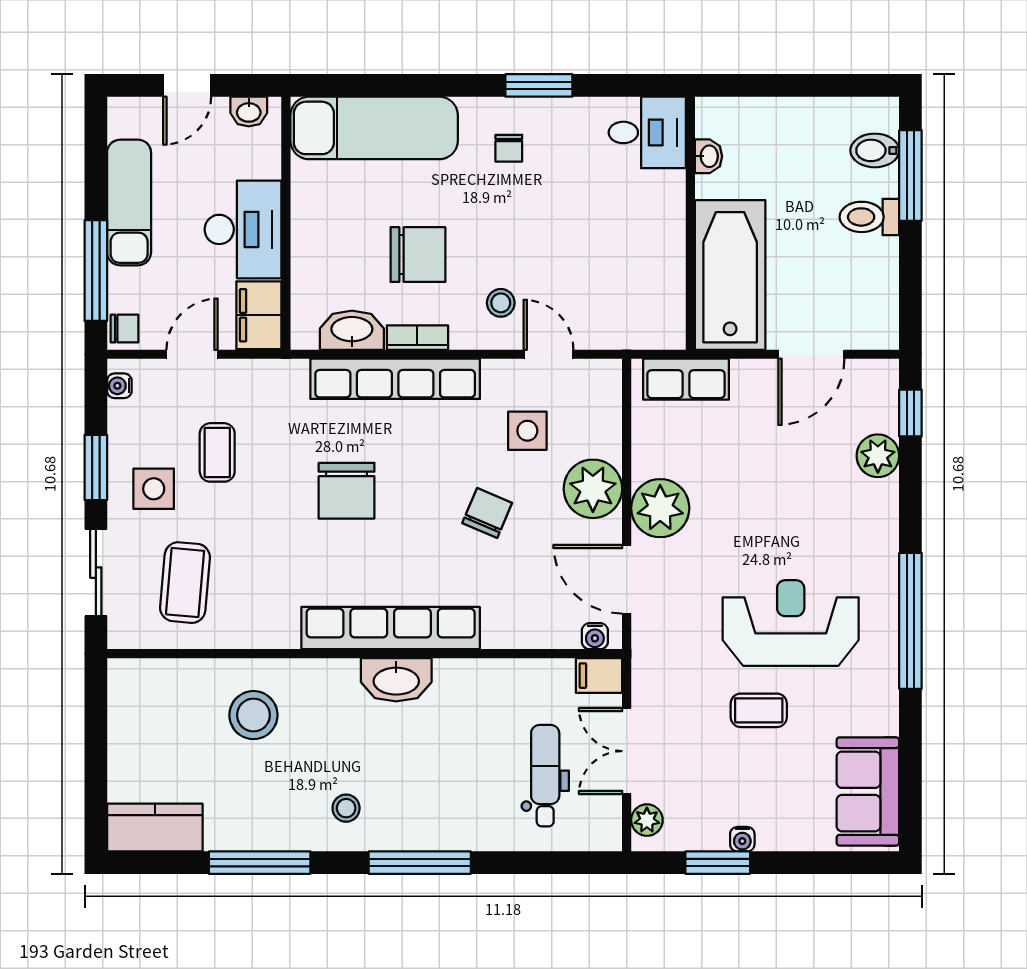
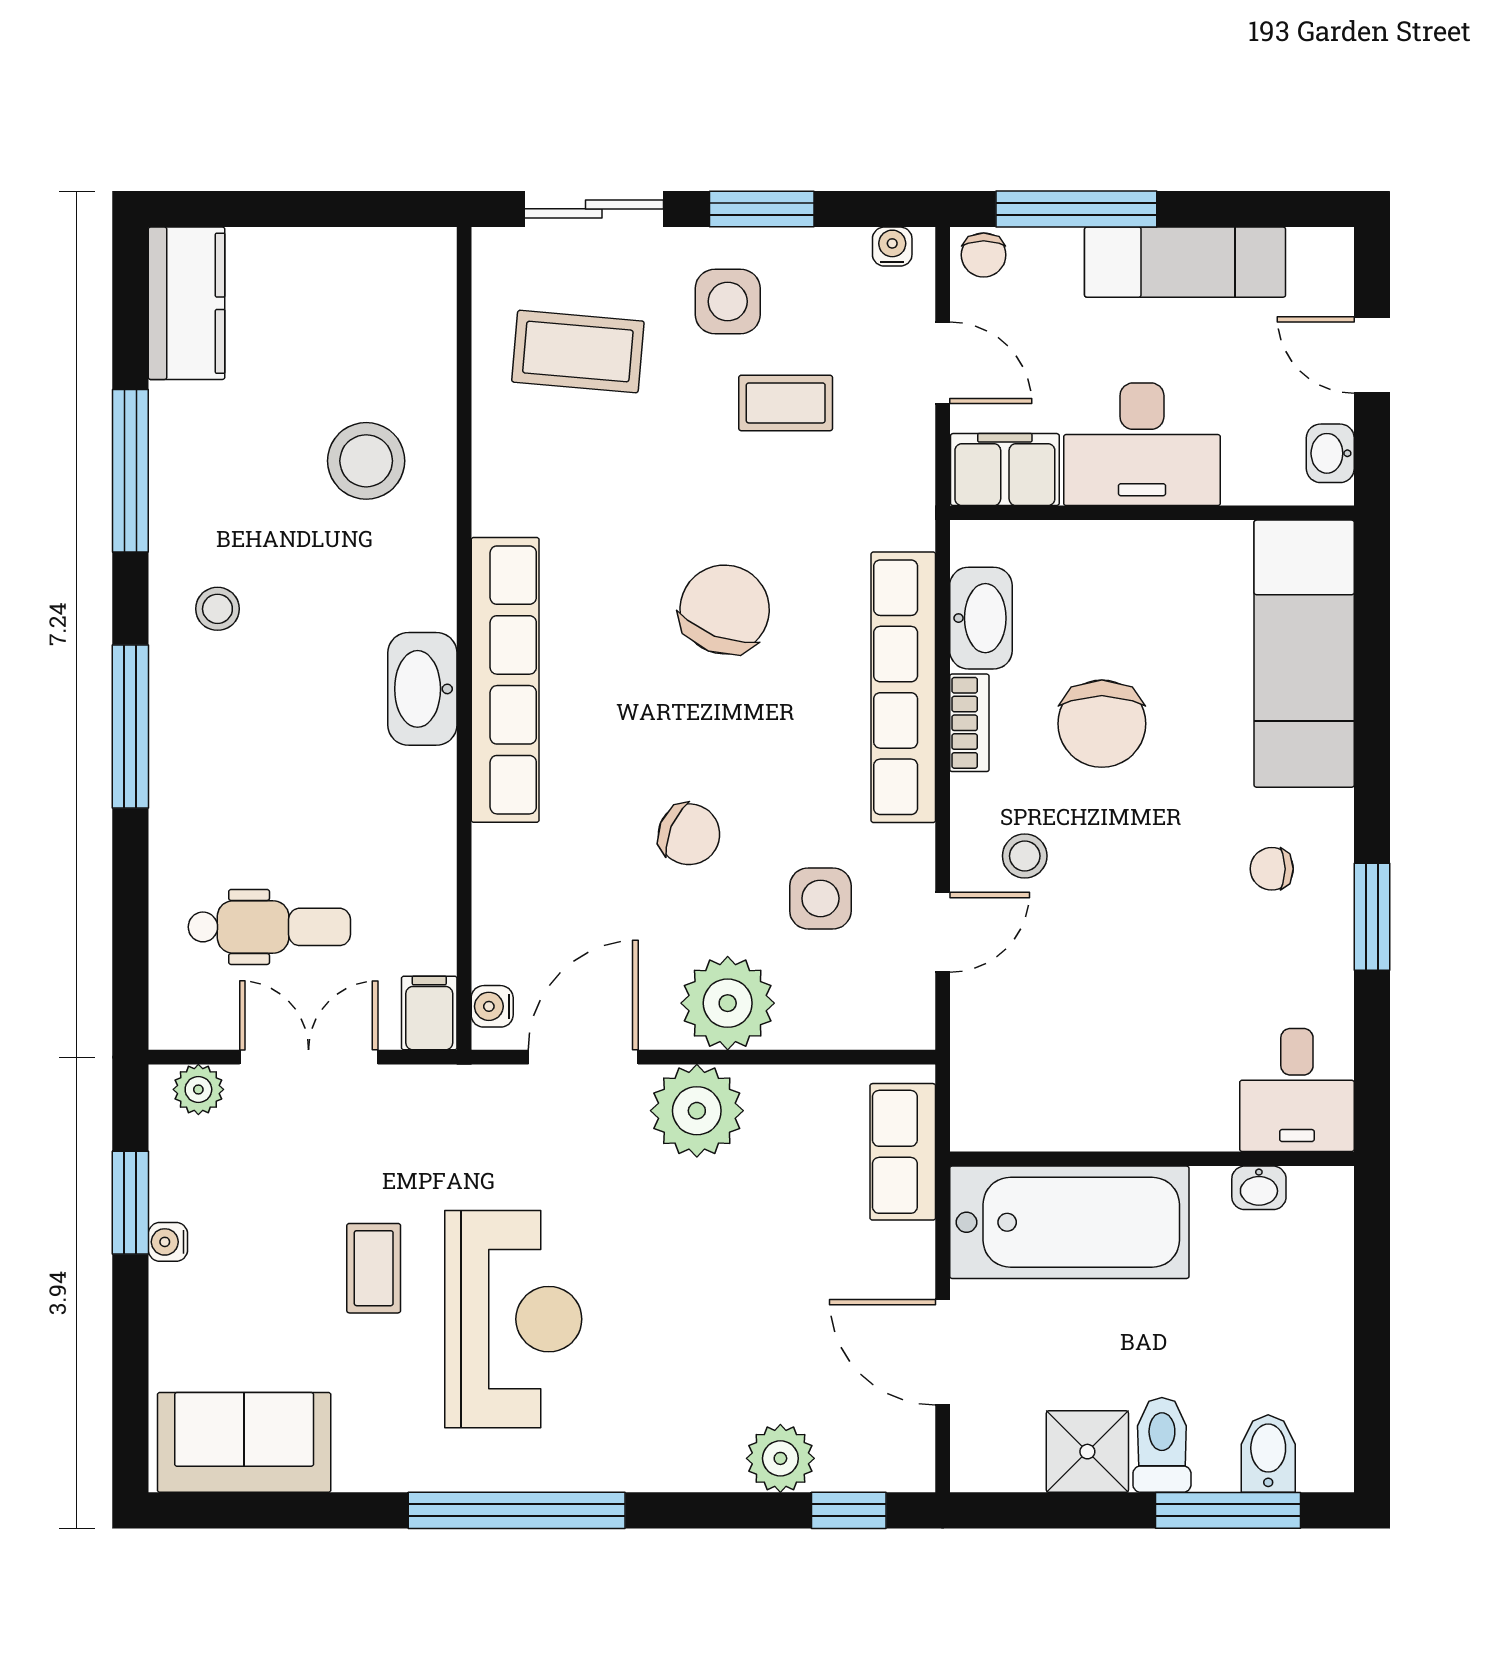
shower: (874, 264) -> (1087, 1452), added
chair: (347, 491) -> (725, 610), turned 111

